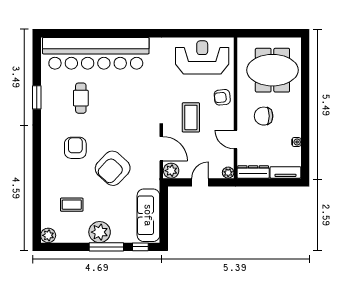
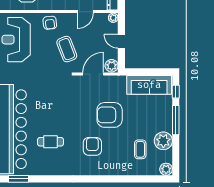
window: (37, 97) -> (18, 179), moved
coffee table: (191, 117) -> (67, 49), turned 69
armchair: (75, 148) -> (92, 146), turned 90
armchair: (113, 168) -> (110, 115), turned 137
plant: (100, 232) -> (163, 141), moved

